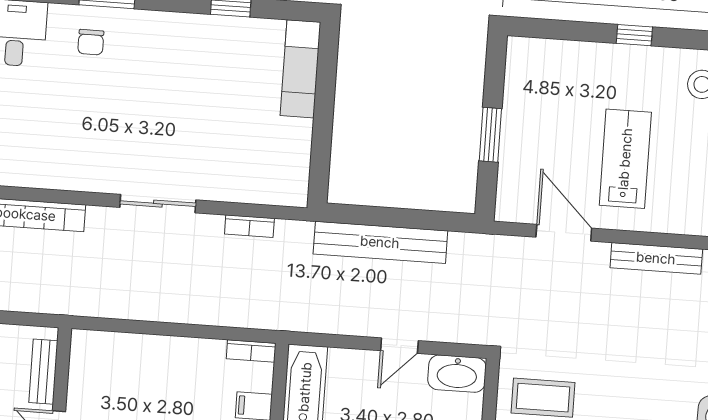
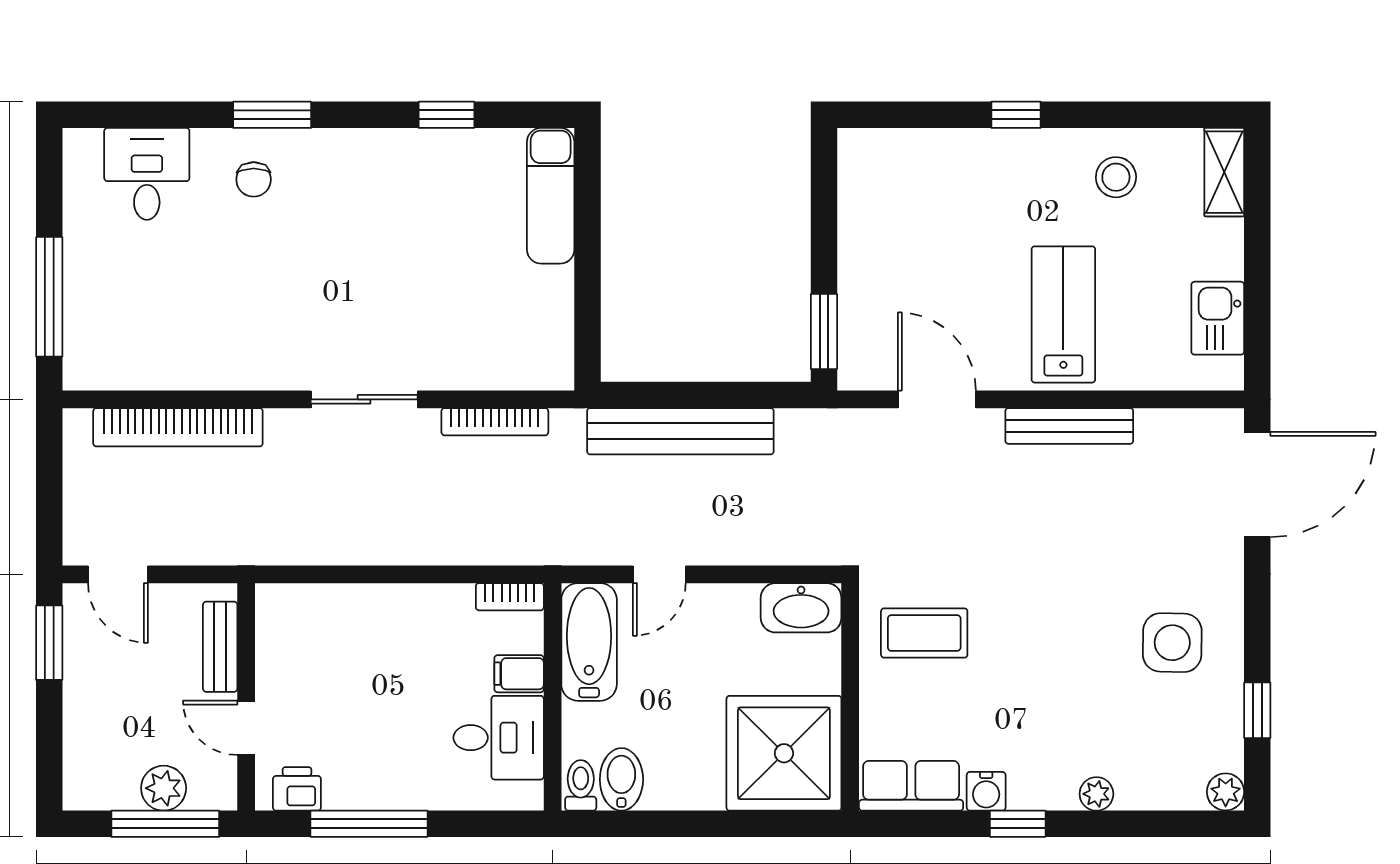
window: (490, 135) -> (824, 331), moved
lab bench: (625, 159) -> (1063, 314), moved
bookcase: (249, 226) -> (495, 422), width x1.56
door: (399, 346) -> (659, 574), moved

